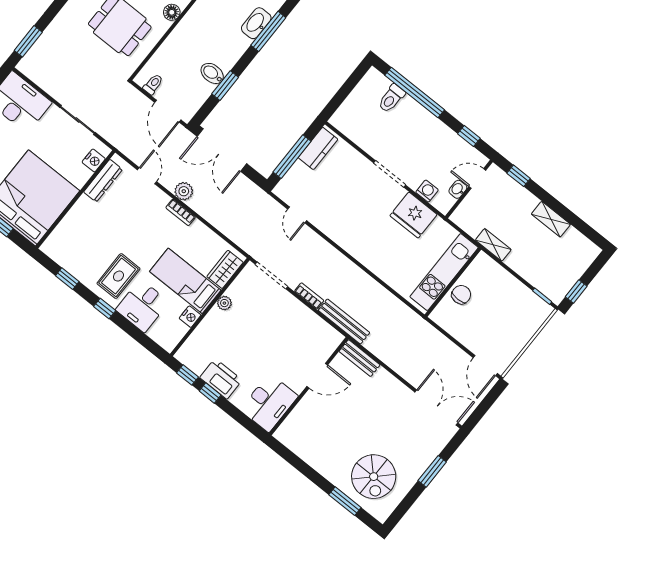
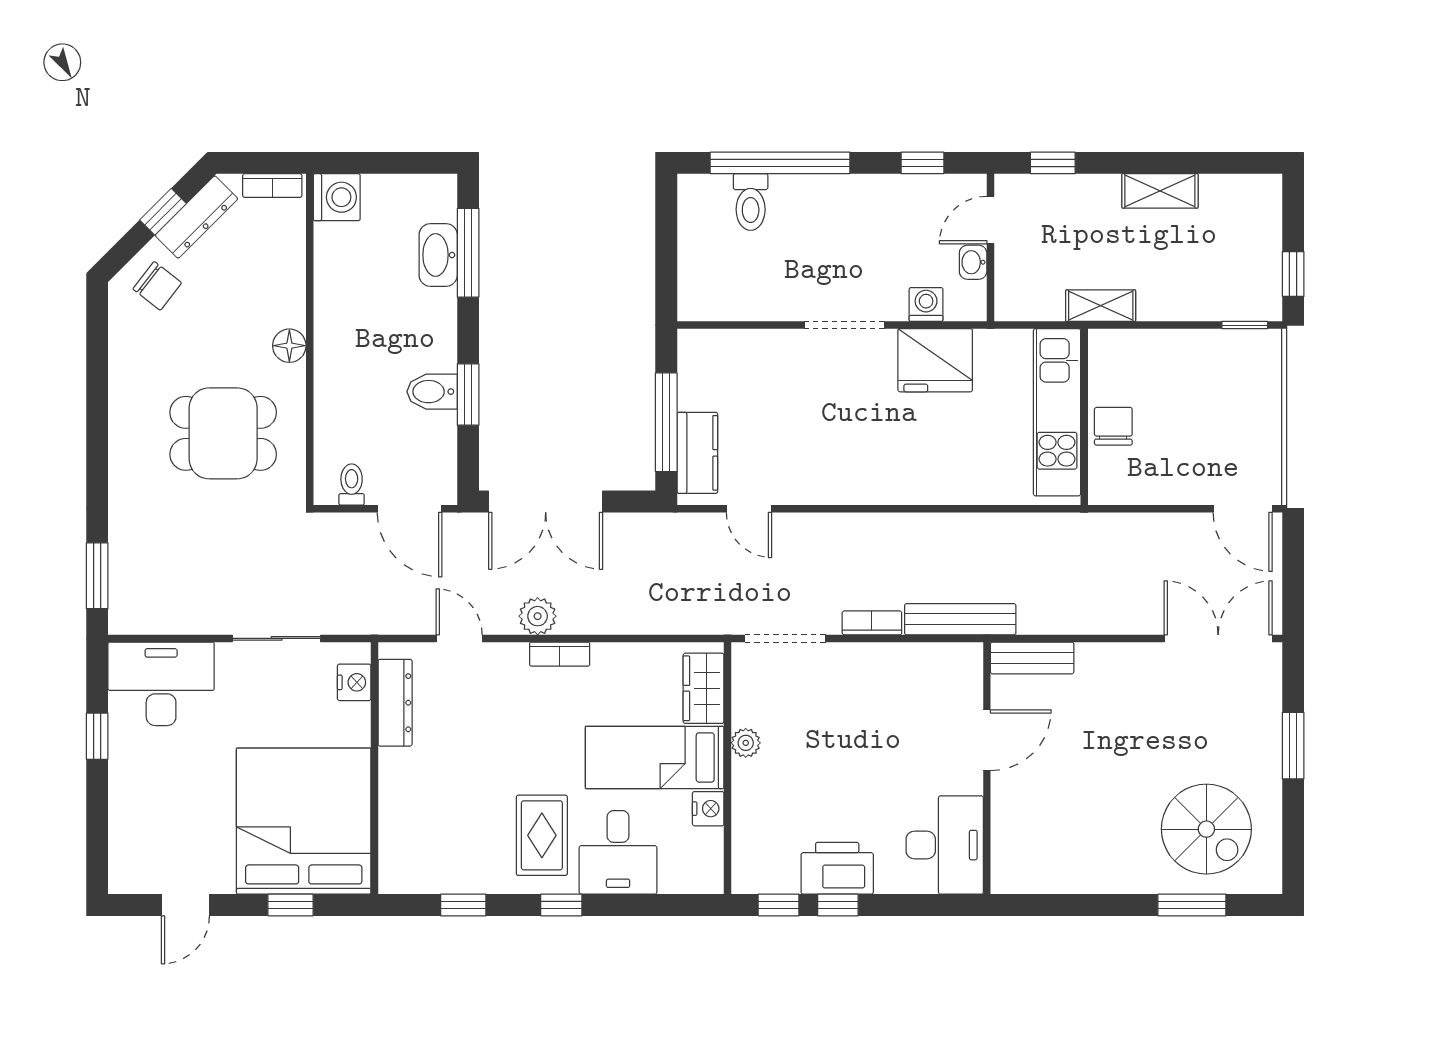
kitchen counter: (318, 148) -> (697, 453), moved

